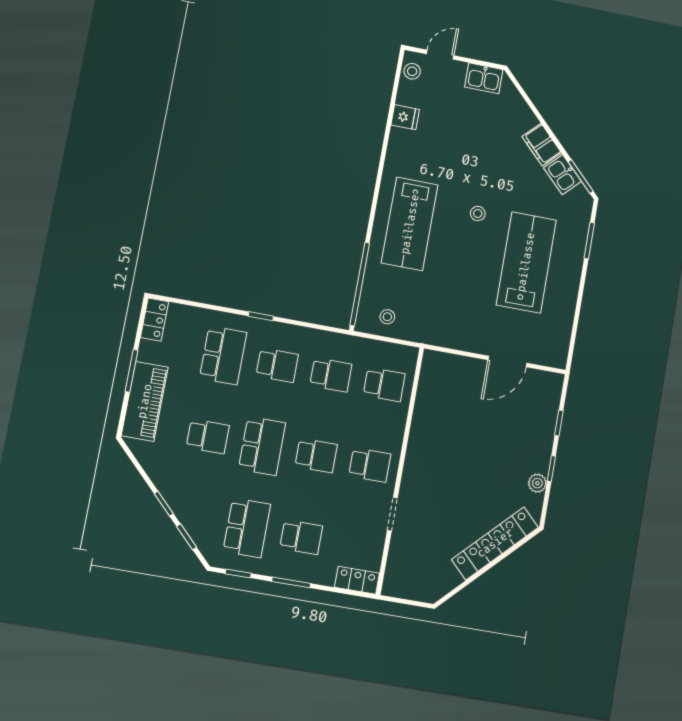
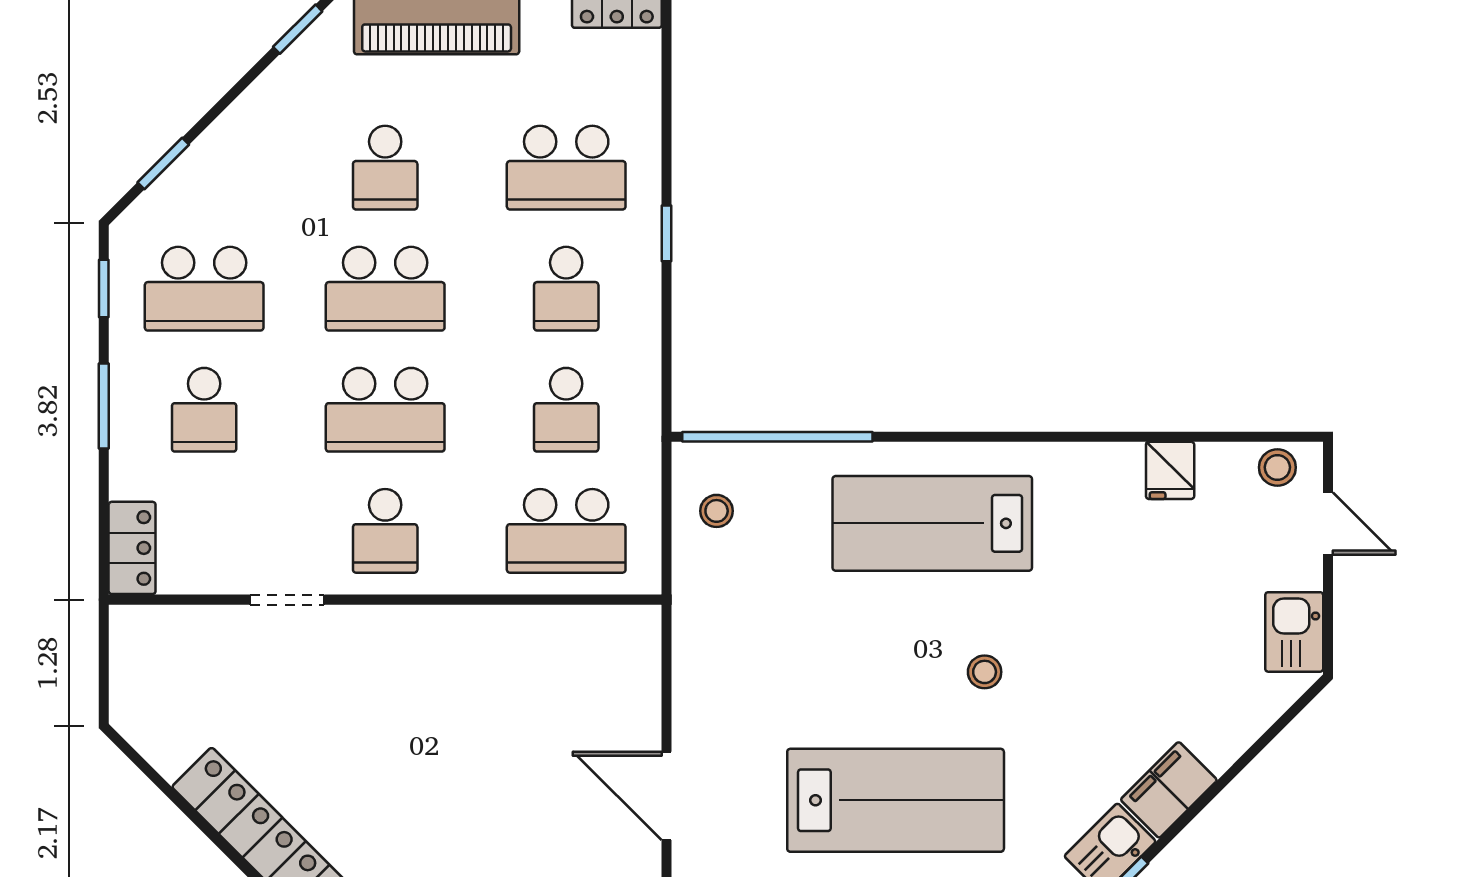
school desk: (384, 385) -> (566, 531), width x1.85
school desk: (316, 456) -> (385, 410), width x1.85
window: (164, 504) -> (298, 29), moved

